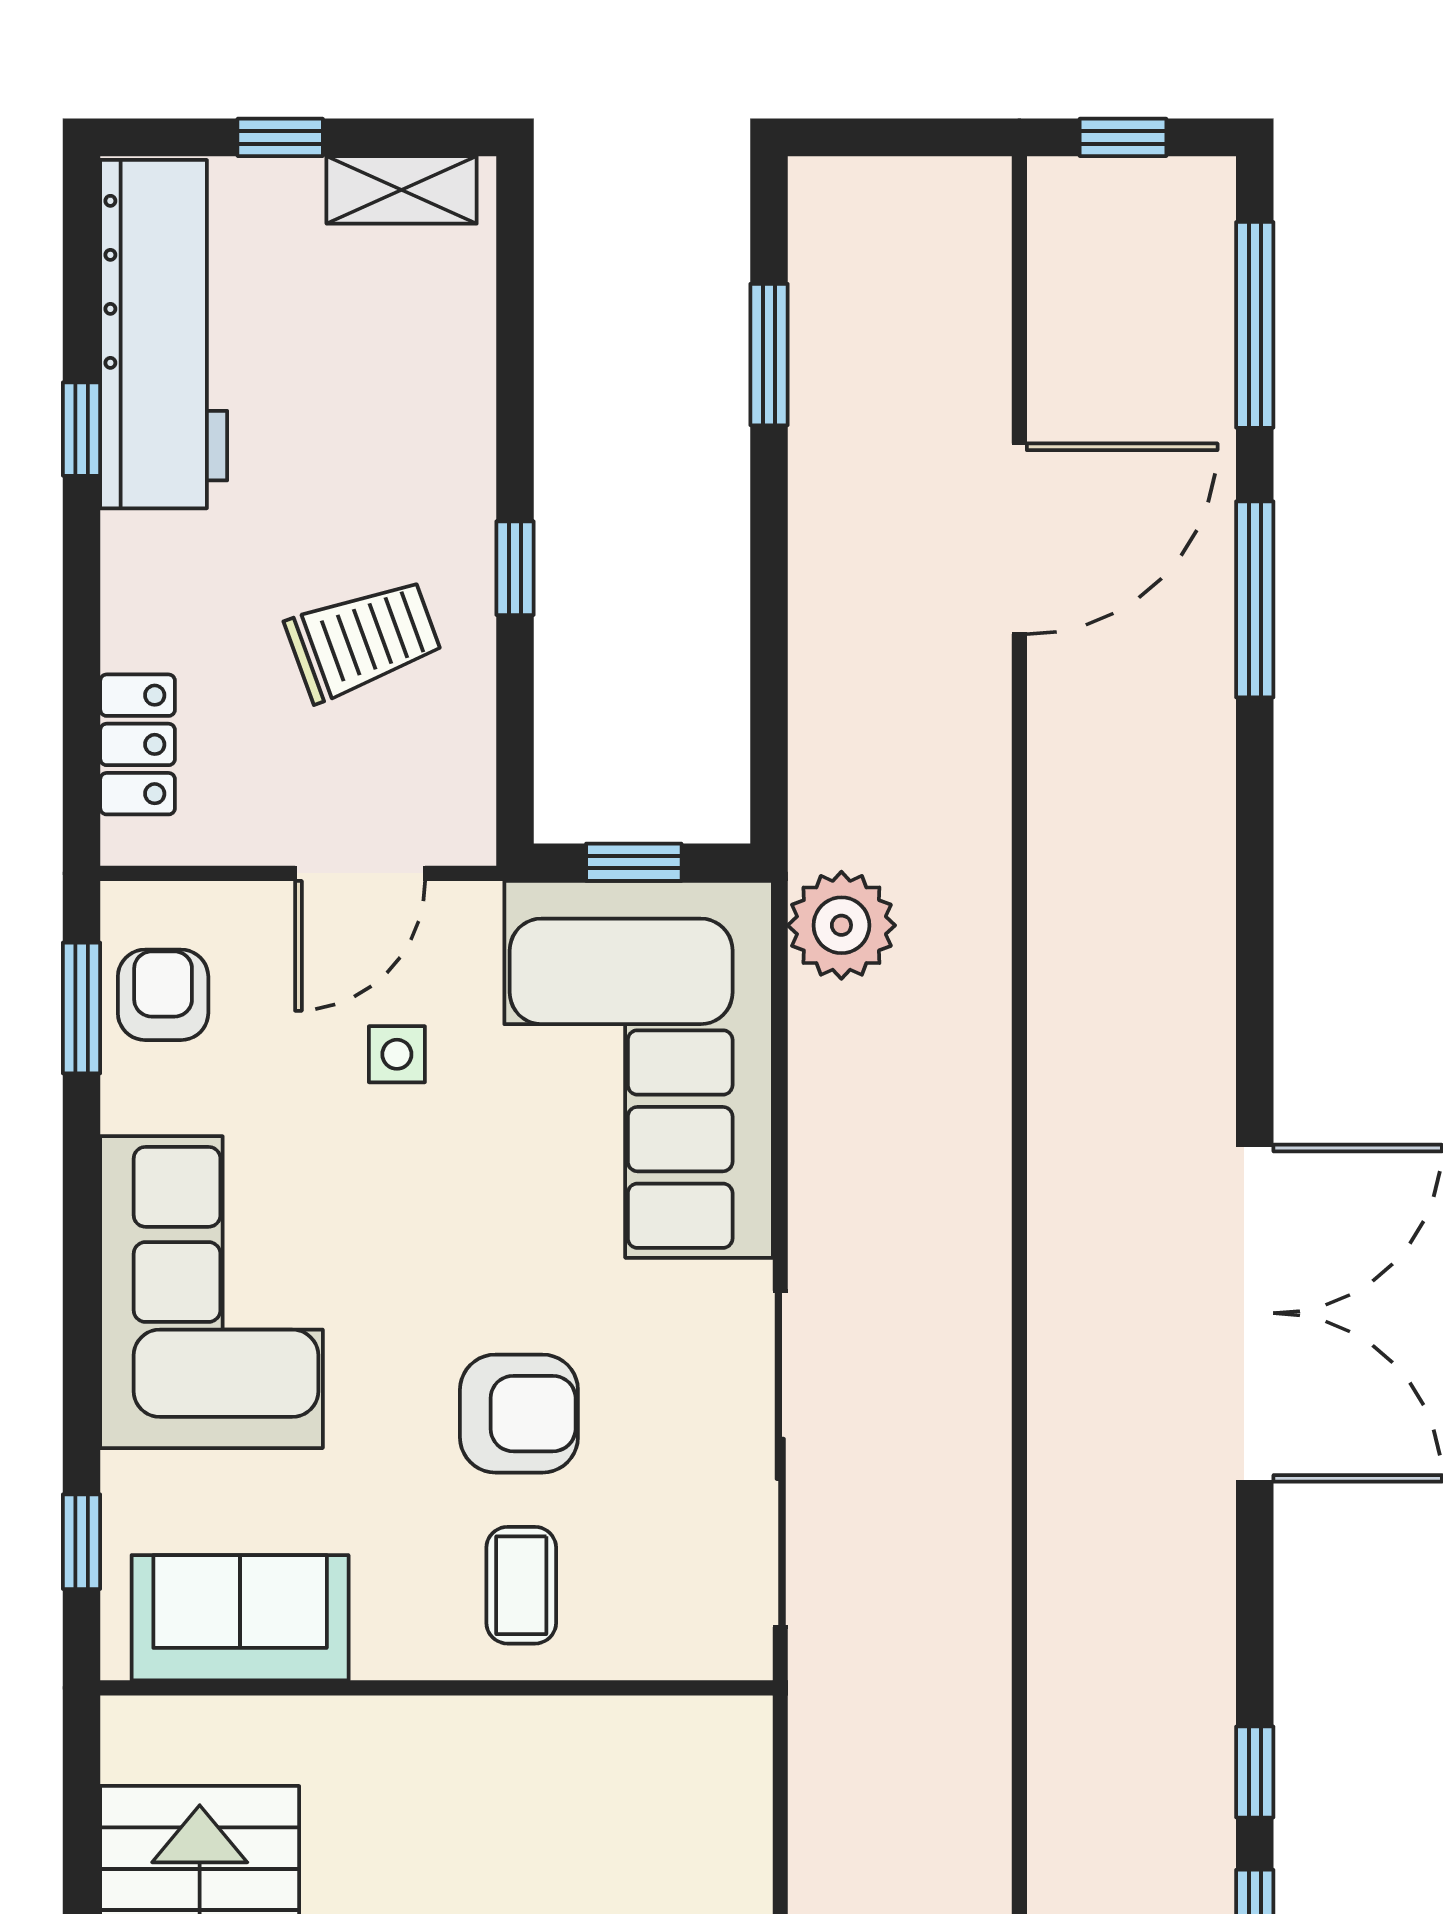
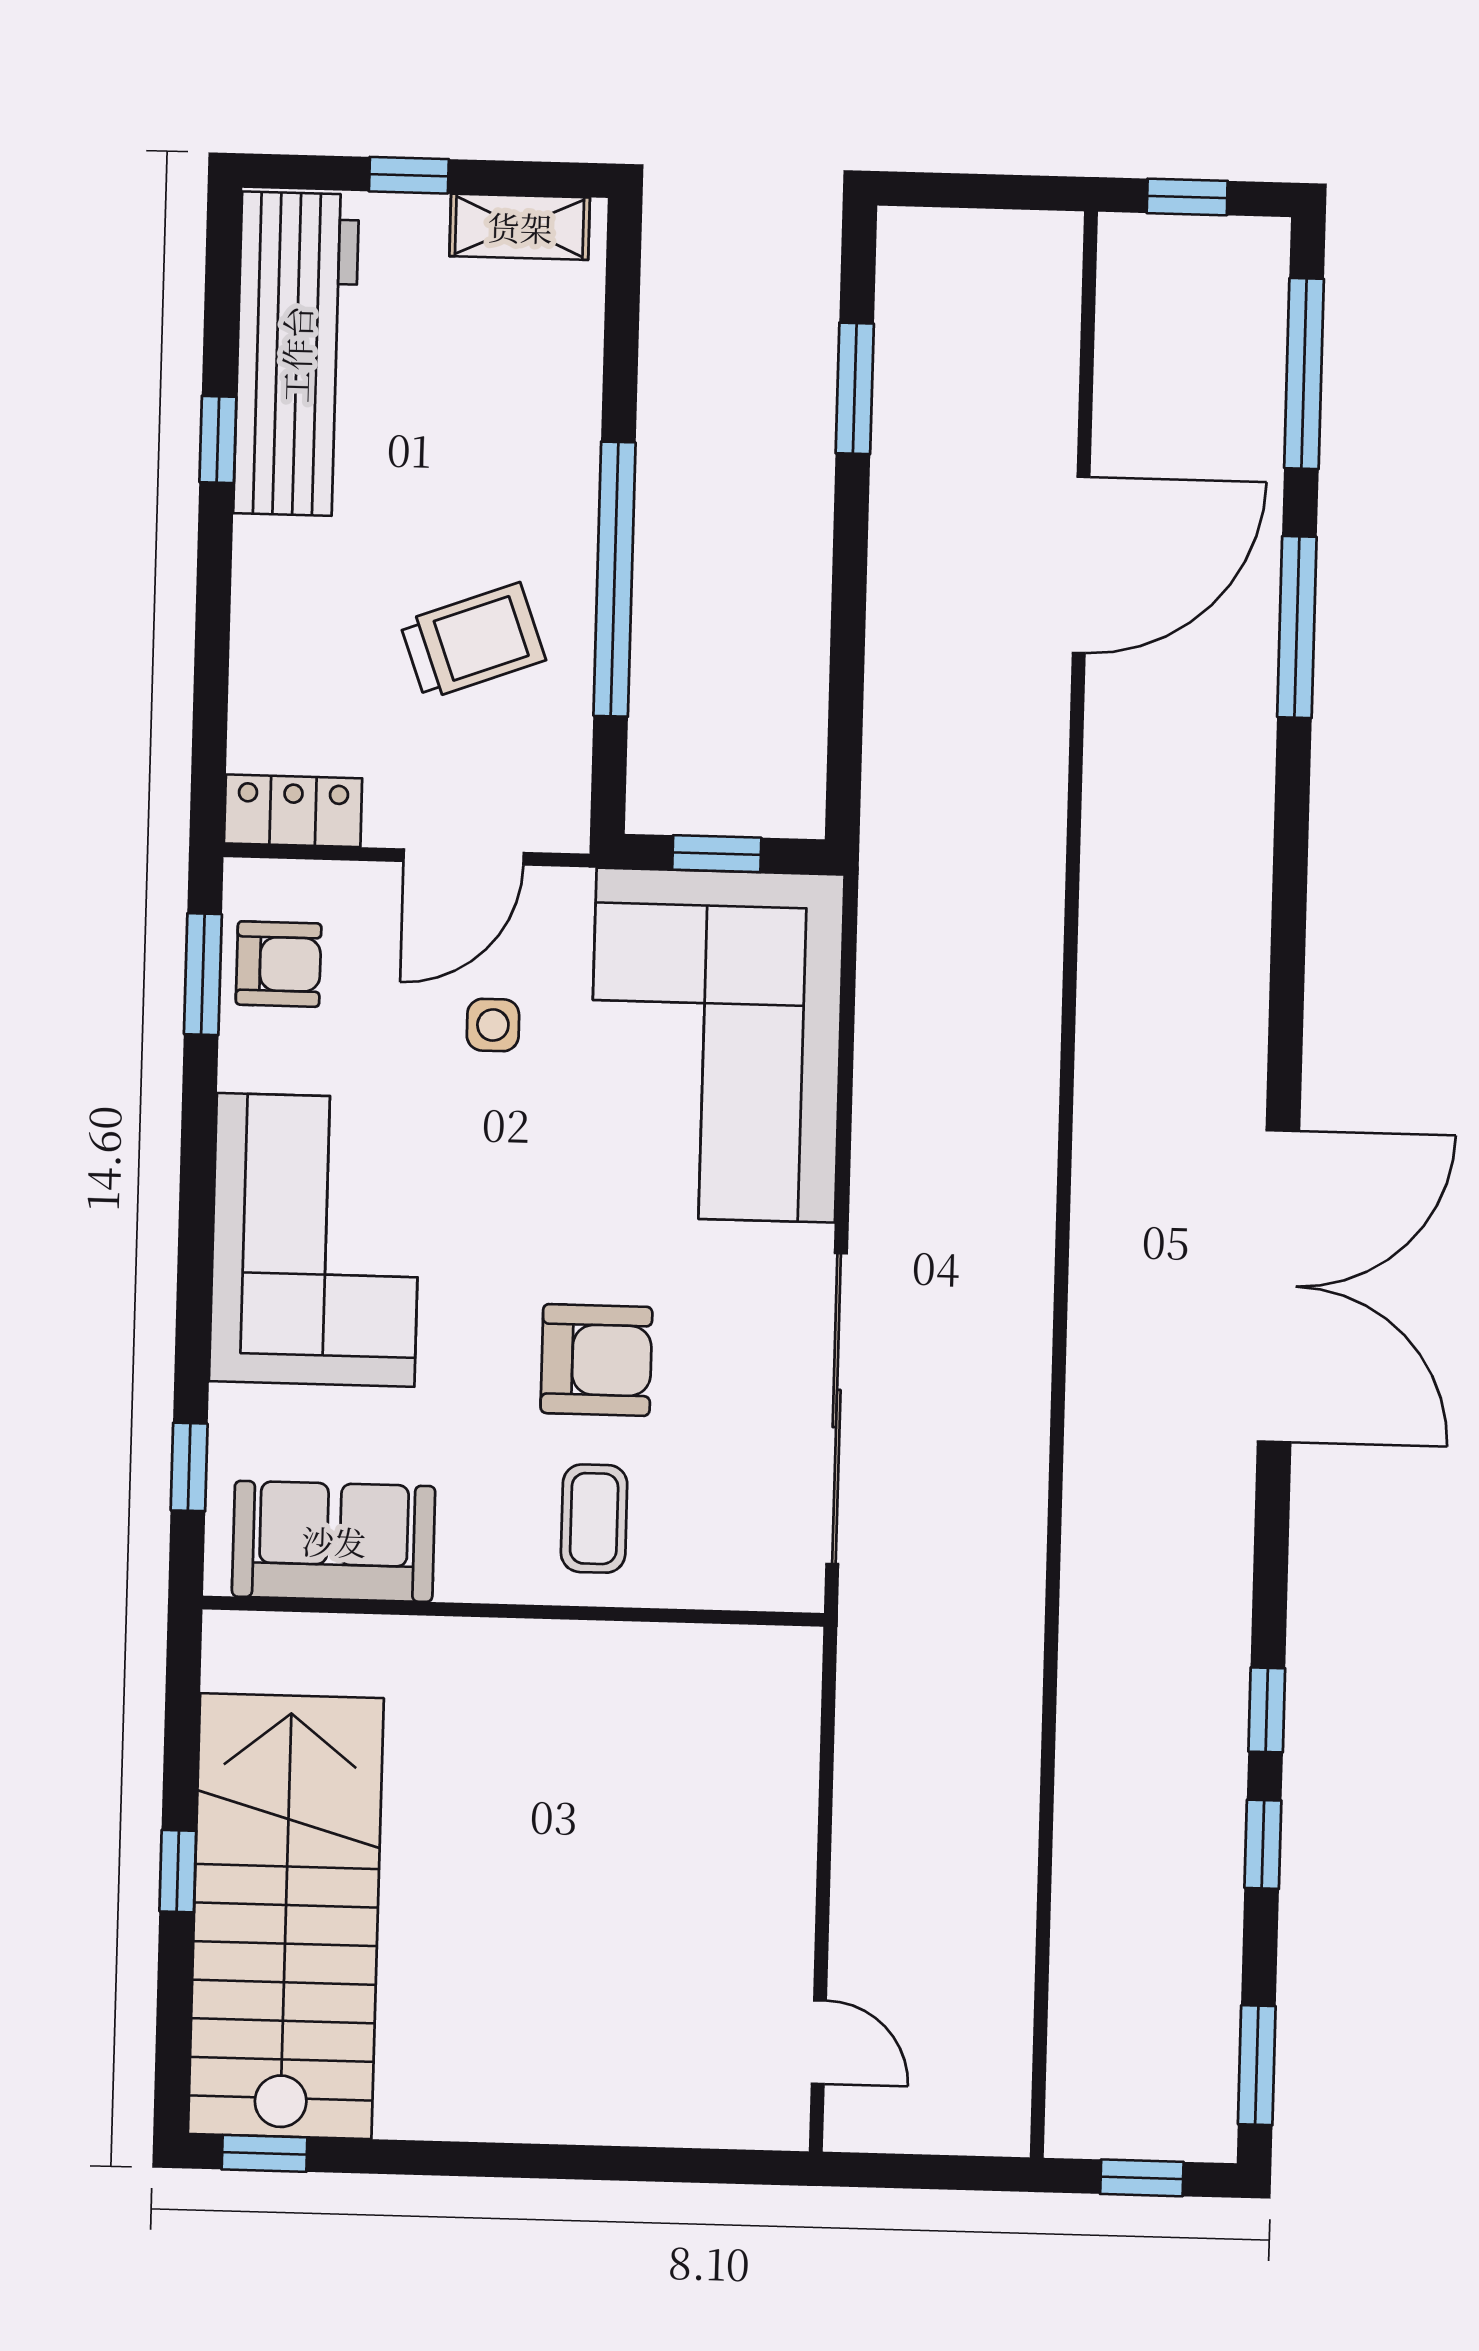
window: (515, 568) -> (615, 579), width x3.17
locker: (138, 744) -> (293, 811), moved, turned -90
plant: (841, 925) -> (907, 917), removed
armchair: (163, 995) -> (279, 964), turned 90

